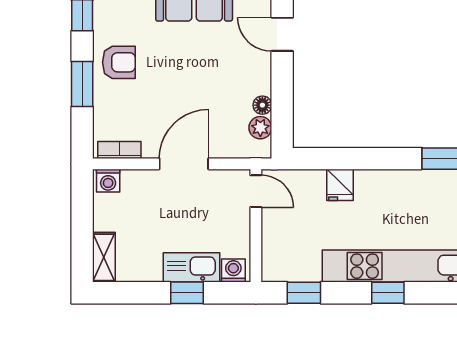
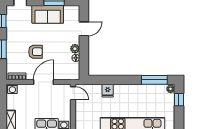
door: (282, 34) -> (84, 29), swing flipped
armchair: (119, 62) -> (35, 52), moved
plant: (260, 128) -> (75, 49), moved

